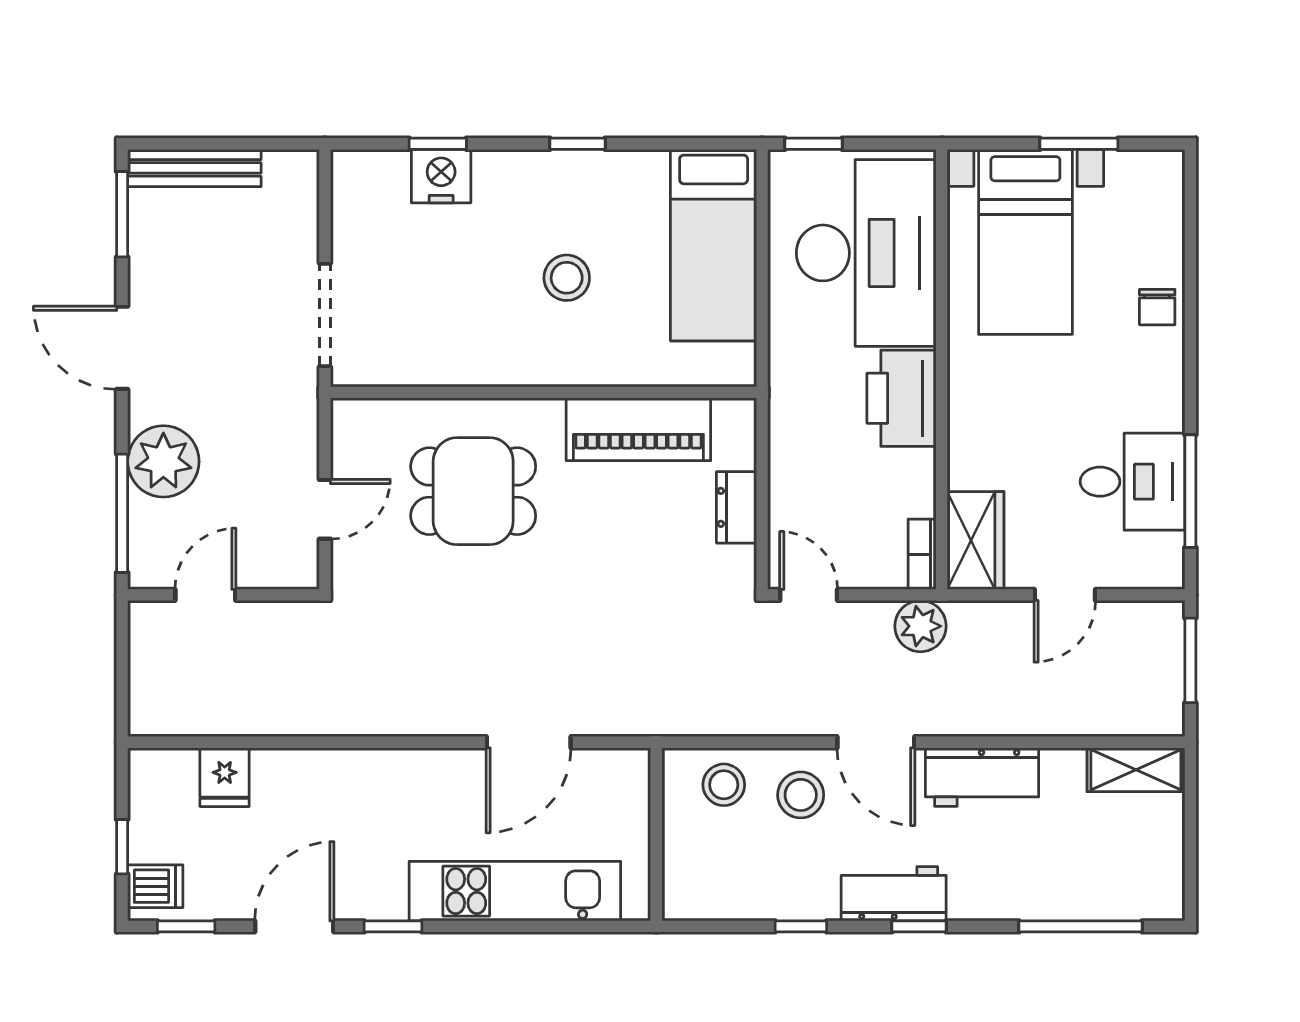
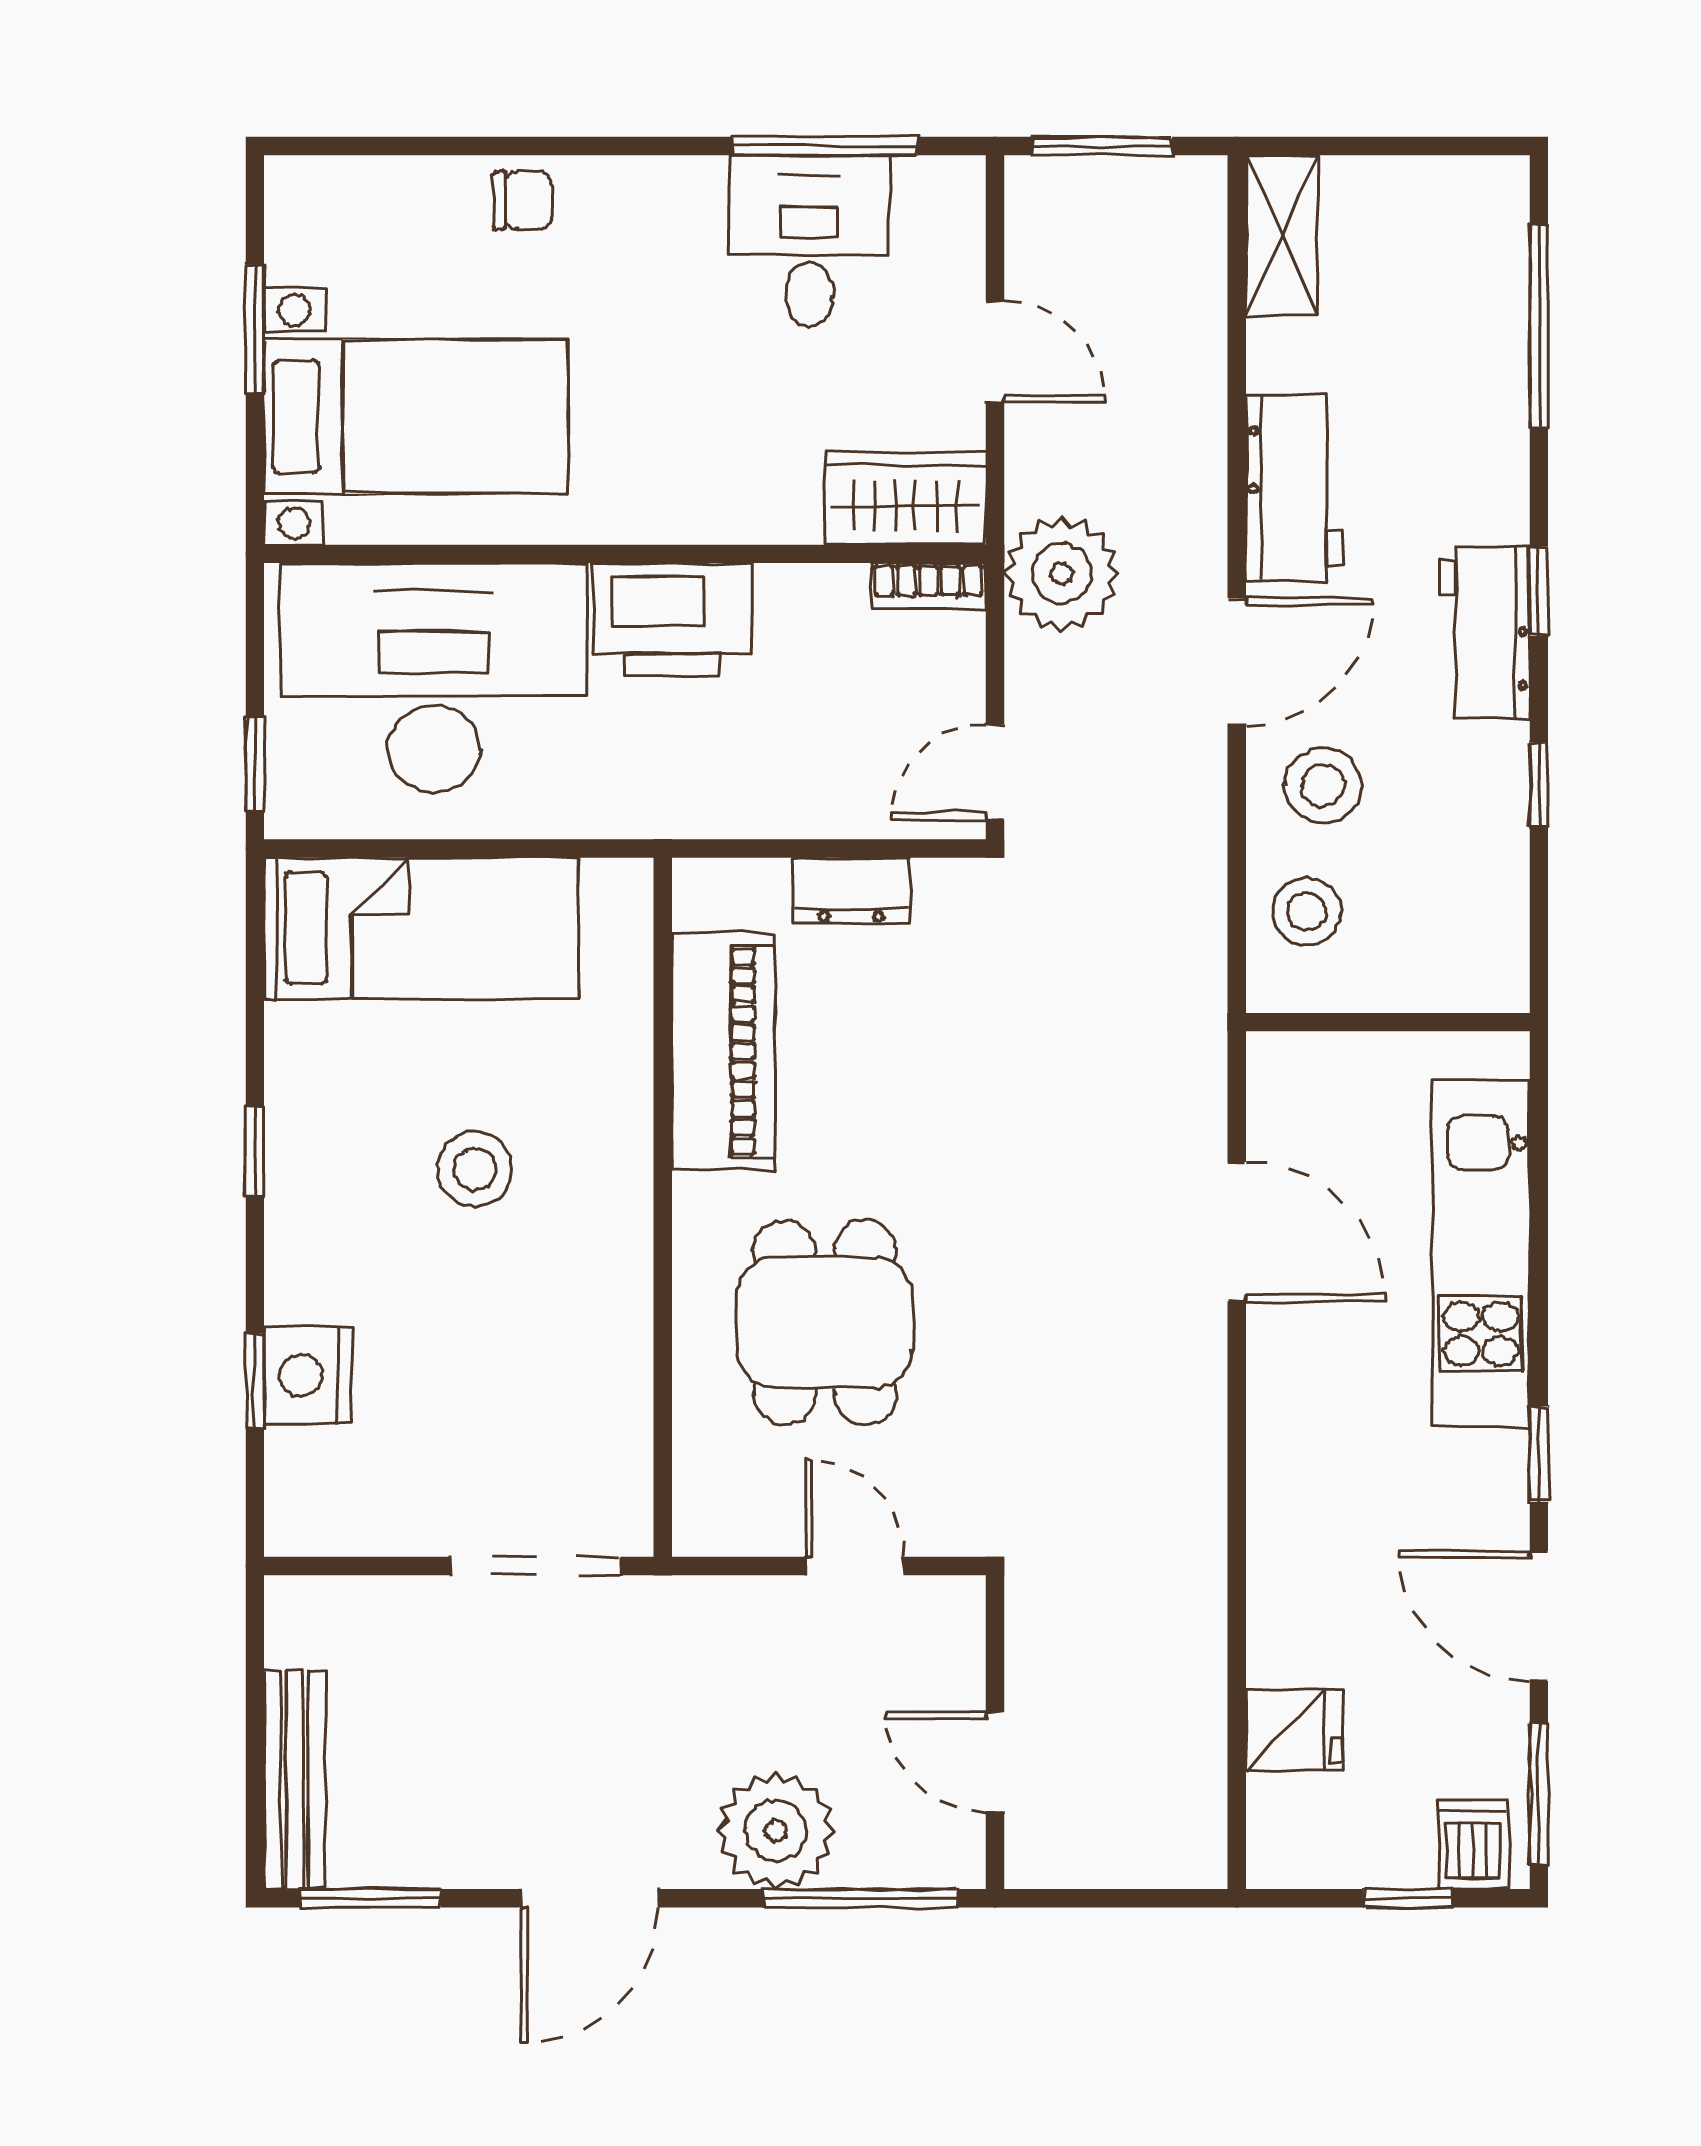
plant: (920, 626) -> (1062, 573), width x1.36, depth x1.36
window: (186, 926) -> (1539, 1794), width x1.50

